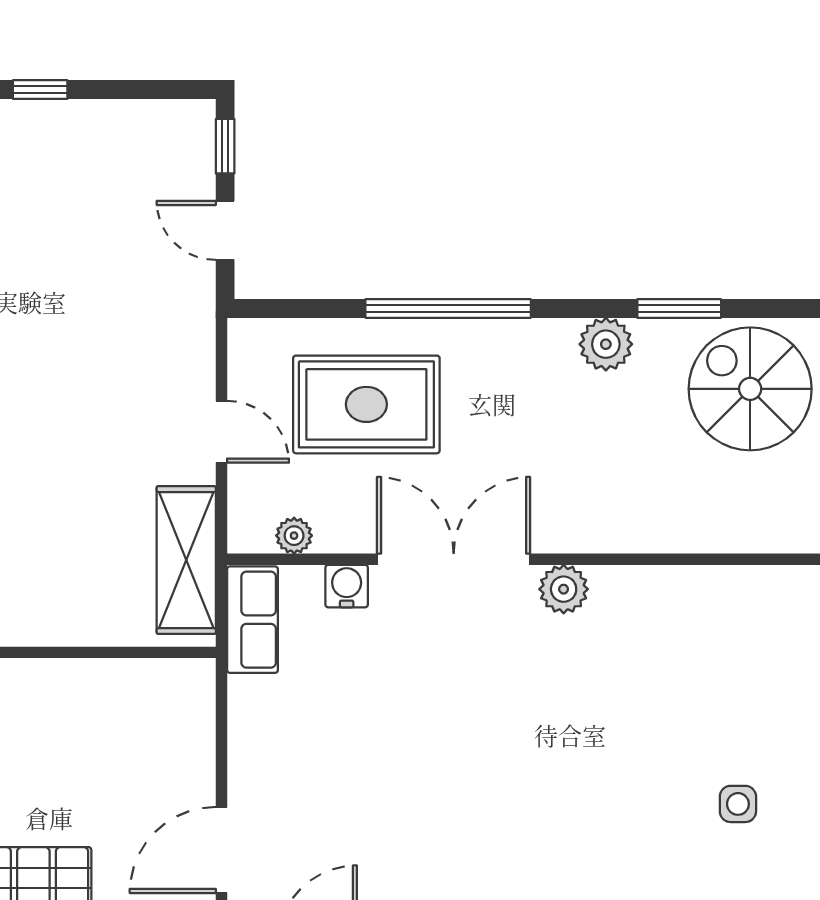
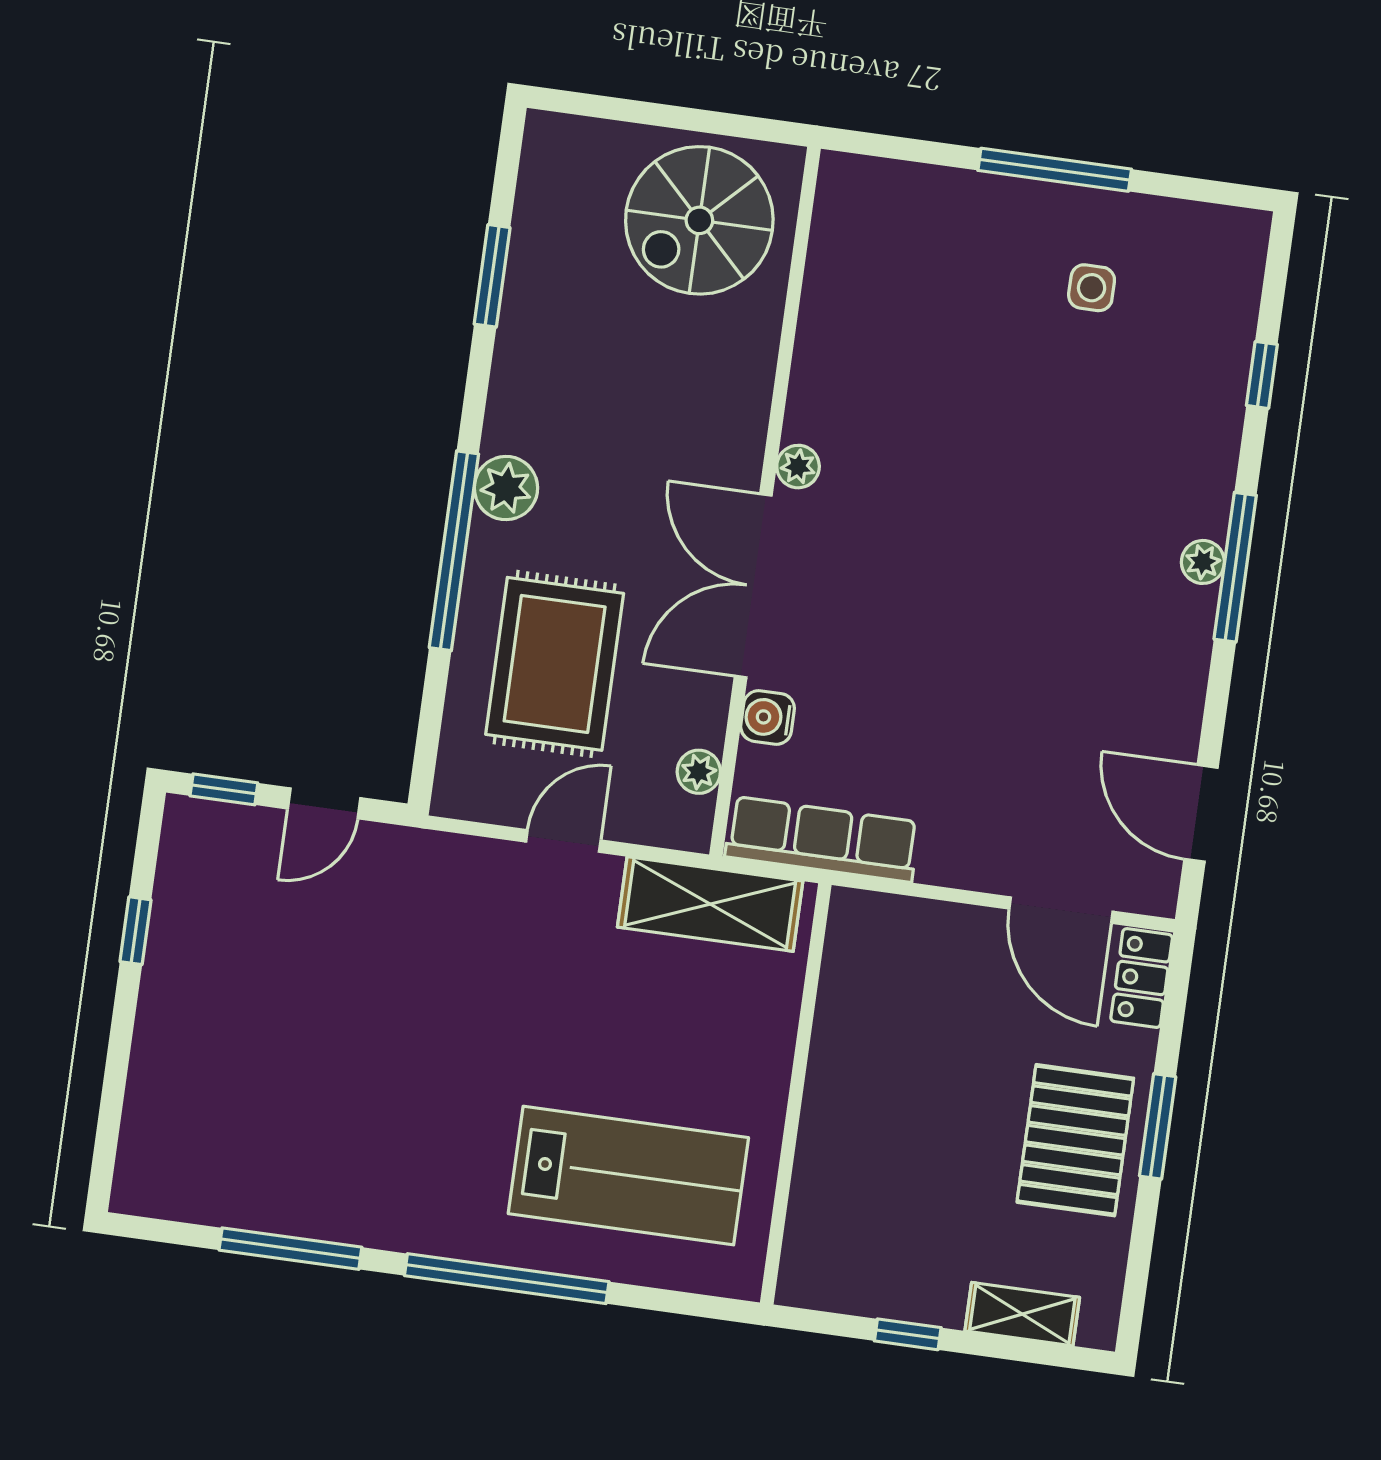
window: (40, 90) -> (136, 931), moved
plant: (606, 344) -> (506, 488), moved
spiral stairs: (750, 389) -> (699, 220), moved
plant: (564, 589) -> (798, 467), width x0.73, depth x0.73
row of seats: (252, 620) -> (822, 839), width x1.48

